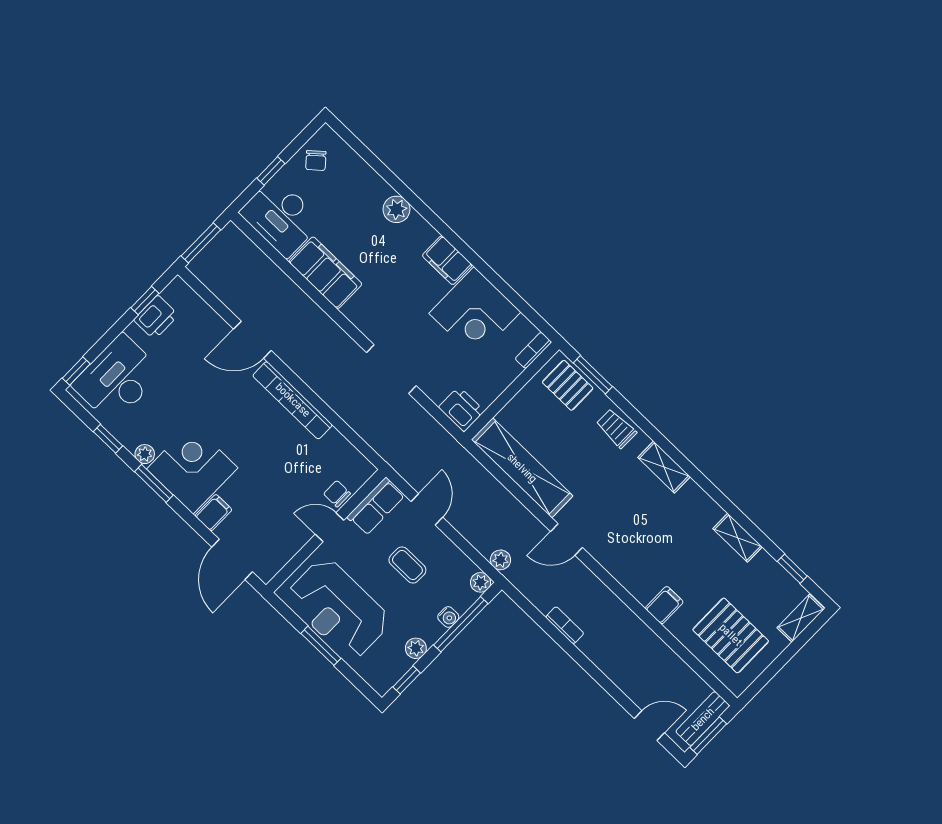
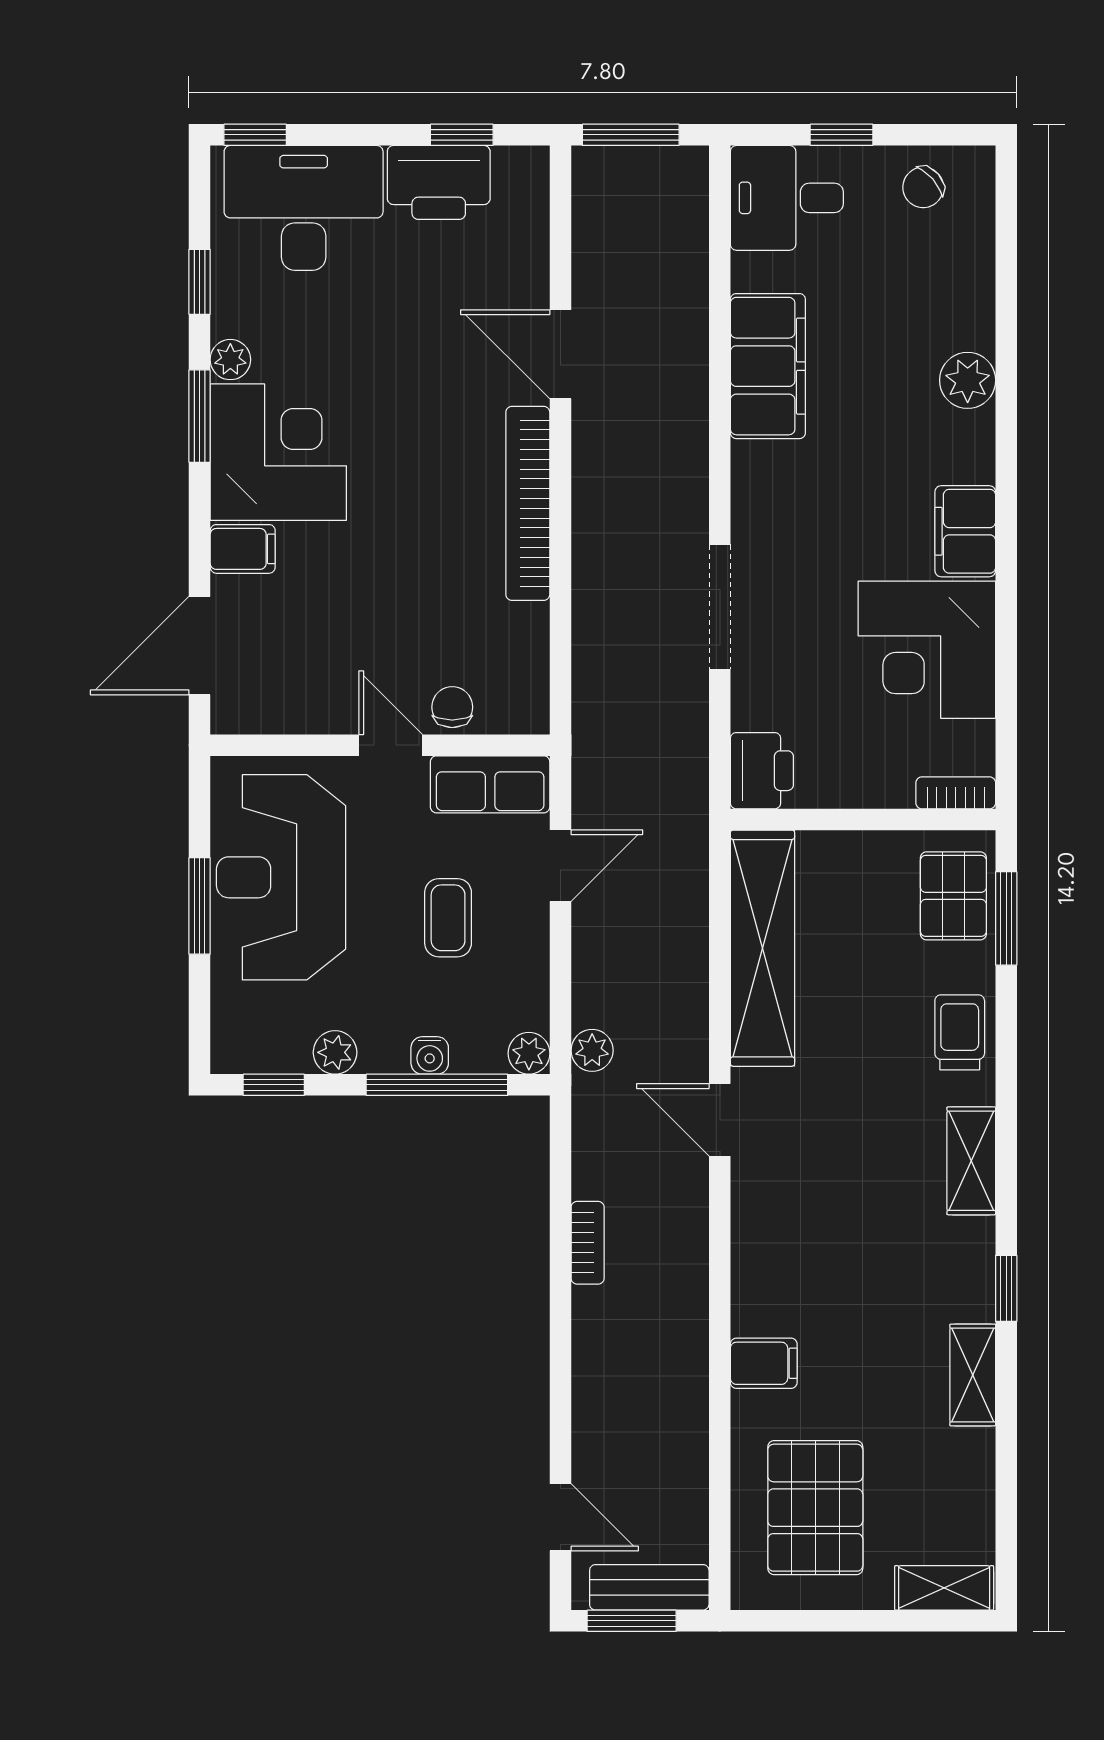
desk: (281, 217) -> (787, 198), width x0.73
printer: (156, 317) -> (439, 182), width x1.37, depth x1.19
window: (792, 569) -> (1006, 1288), moved

